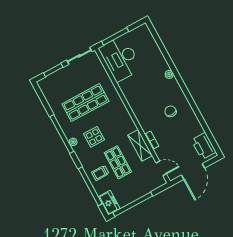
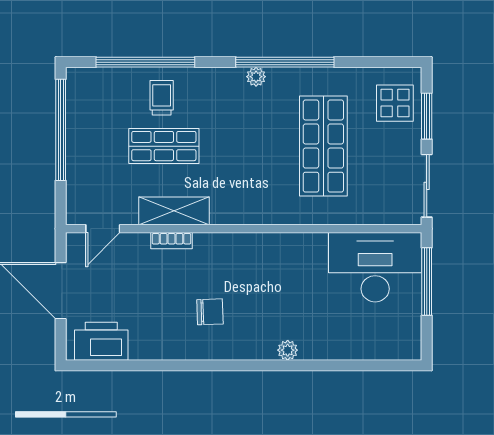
display table: (94, 137) -> (395, 103), moved
freezer: (109, 203) -> (90, 83), removed

